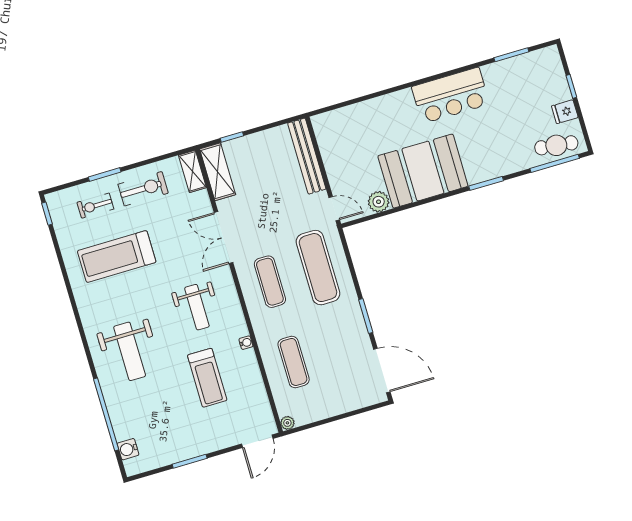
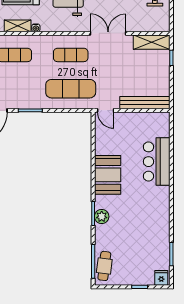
bar counter: (451, 95) -> (157, 162), moved
fridge: (565, 112) -> (161, 278), moved
shelving: (192, 171) -> (18, 26), moved
booth: (423, 171) -> (108, 175), width x0.73, depth x0.70
plant: (379, 202) -> (102, 216), moved
door: (334, 209) -> (106, 110), hinge flipped

